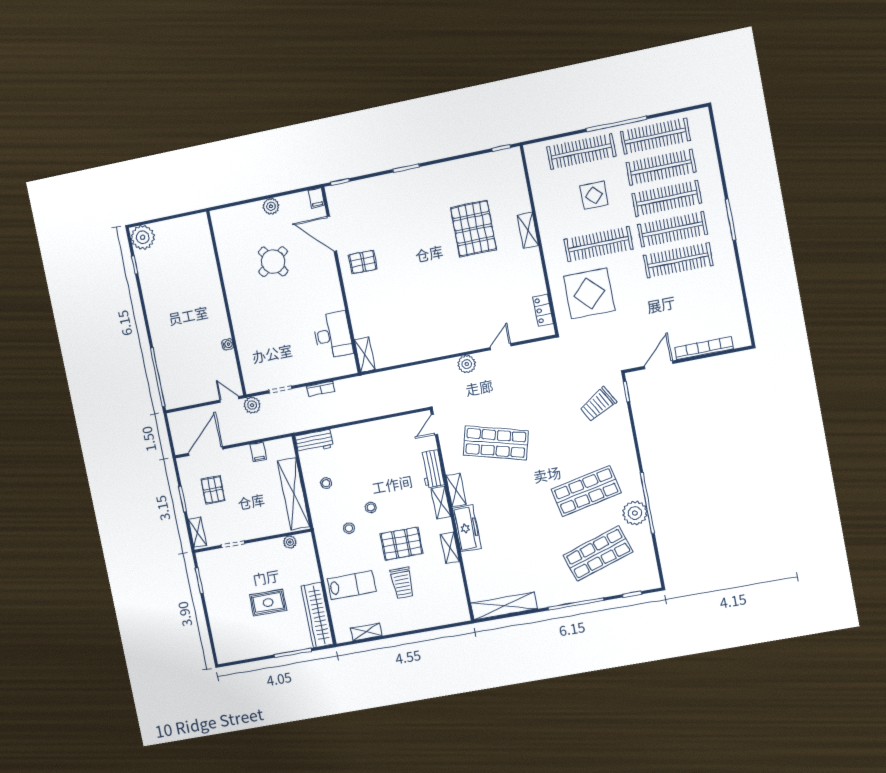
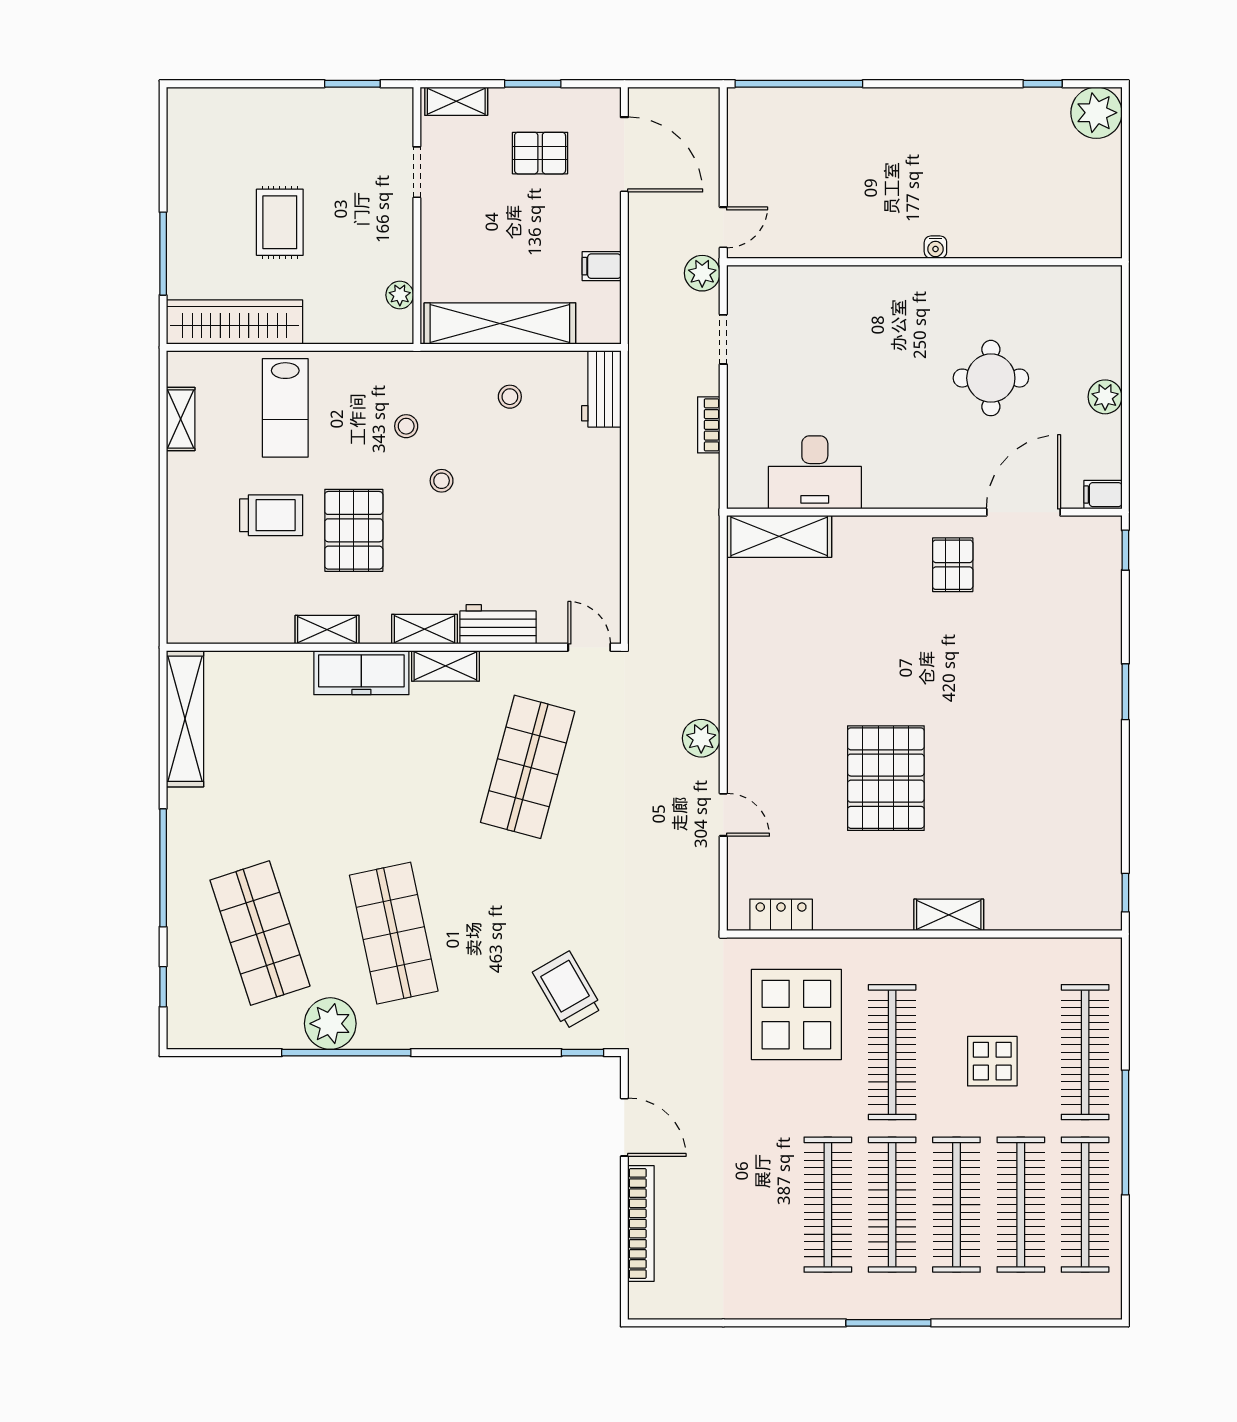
pallet: (473, 229) -> (886, 778), moved, turned 90
round table: (273, 262) -> (991, 378), turned 35
water cooler: (228, 344) -> (935, 247), moved
shelving: (365, 355) -> (779, 536), width x1.50, depth x1.33
trolley: (402, 583) -> (271, 515), turned 180

